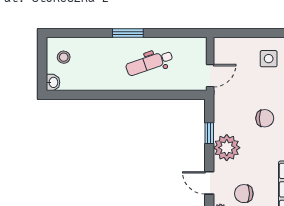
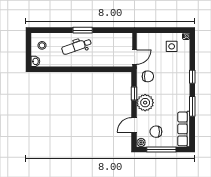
dental chair: (149, 63) -> (76, 46), moved
chair: (265, 118) -> (148, 76), moved
door: (209, 183) -> (134, 125), hinge flipped

